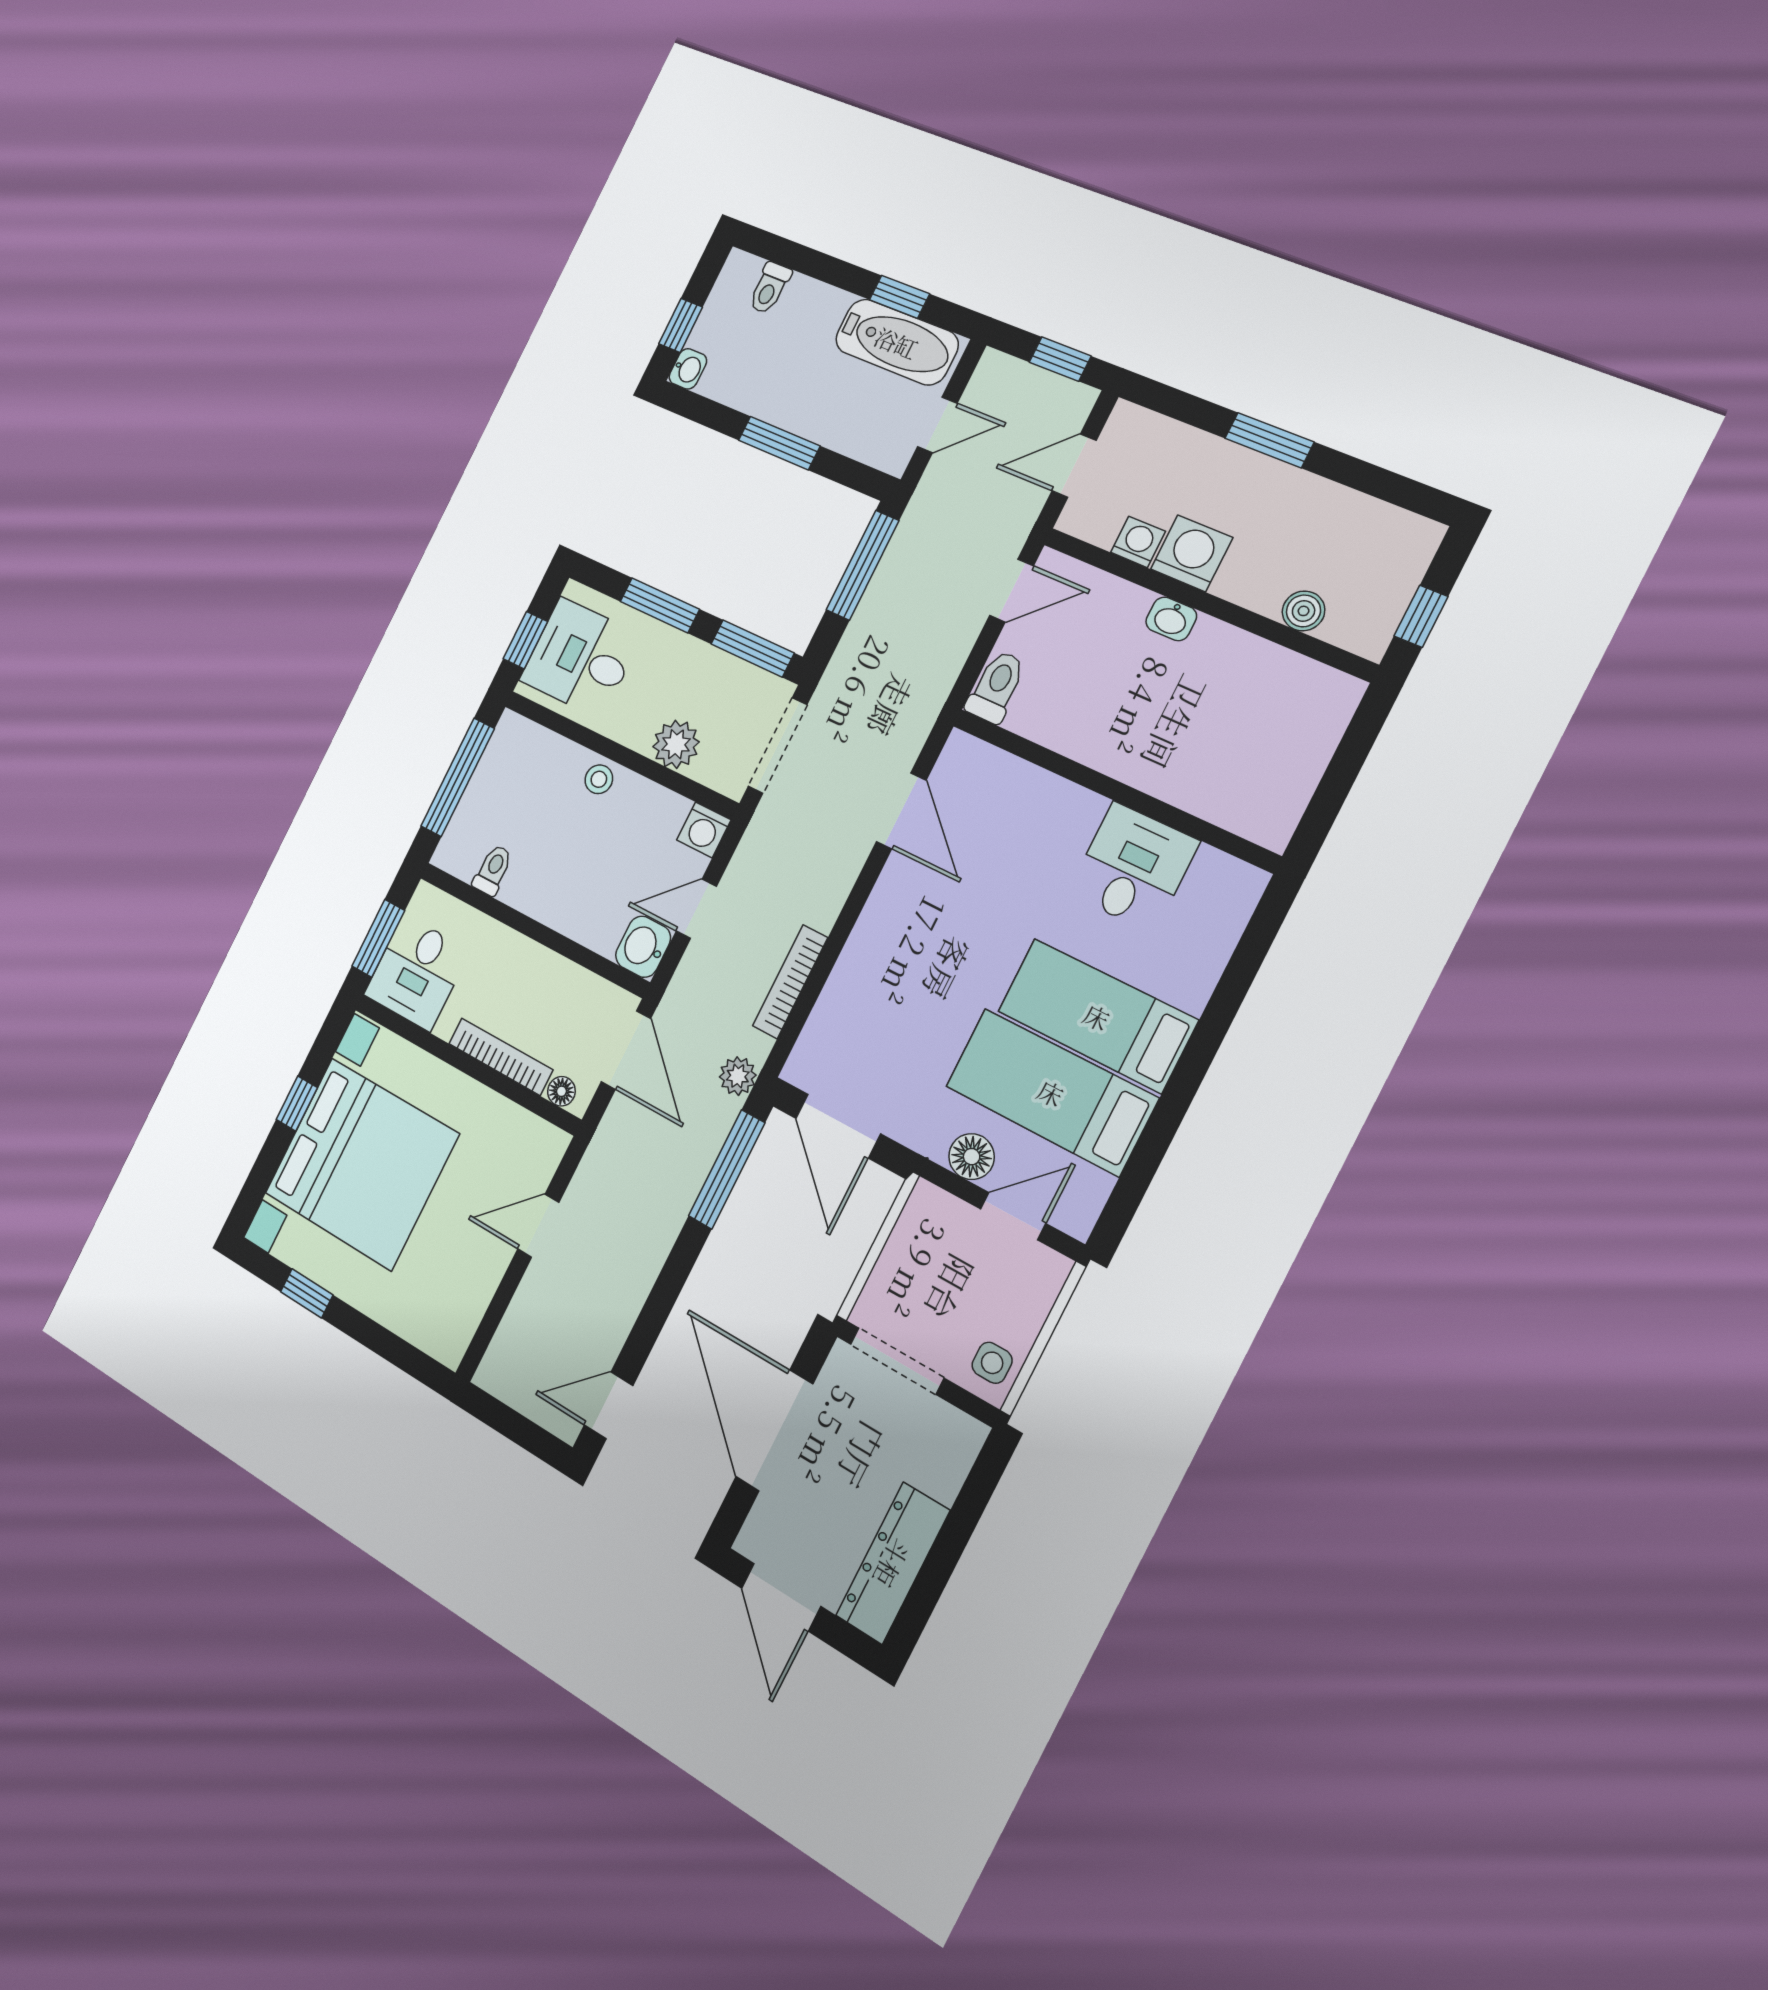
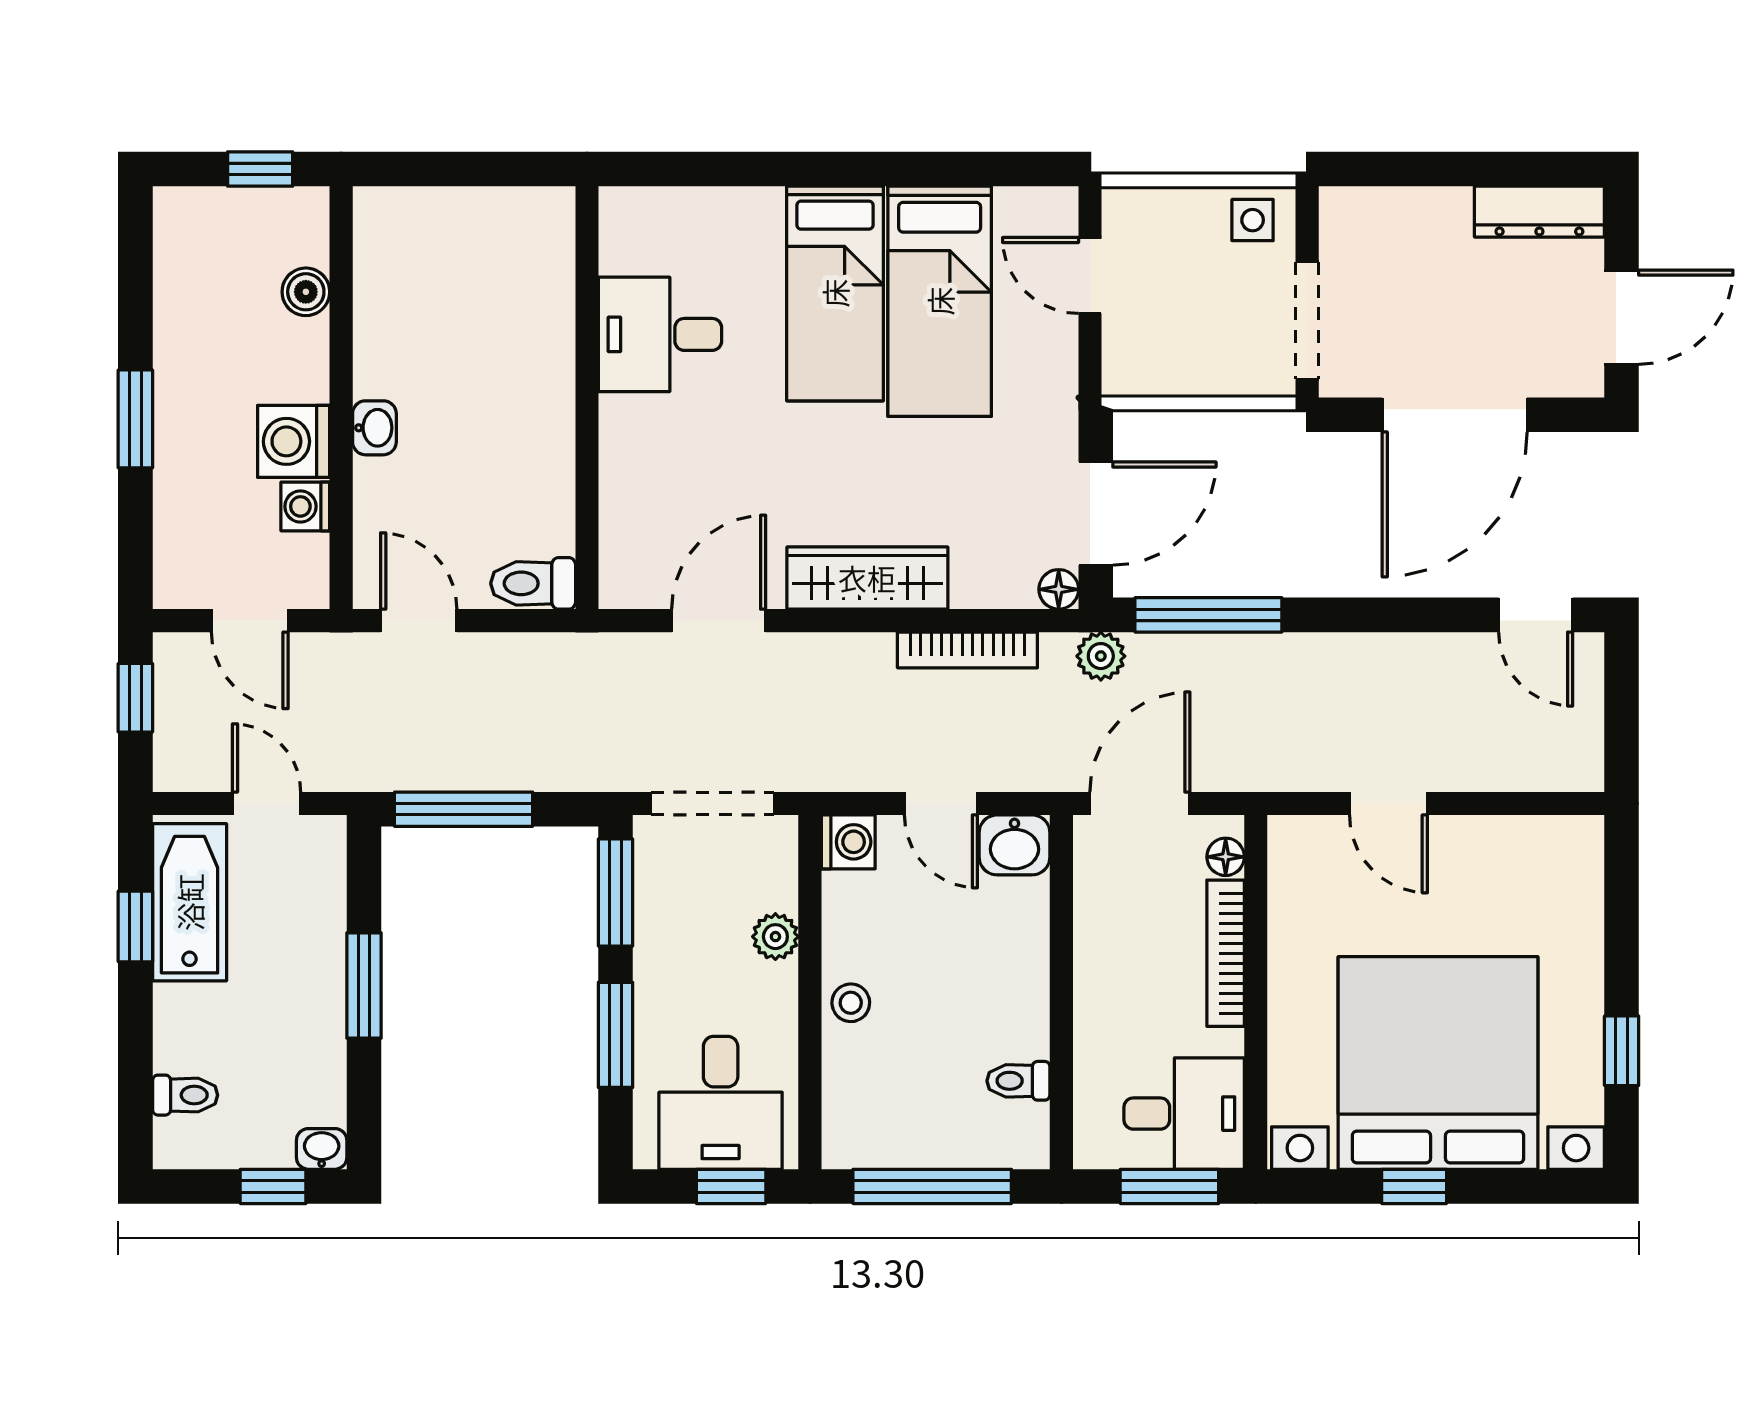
plant: (676, 744) -> (775, 937), width x0.73, depth x0.73
wardrobe: (877, 935) -> (867, 578), added
floor lamp: (972, 1157) -> (1059, 589), moved, width x0.73, depth x0.73
dresser: (893, 1563) -> (1539, 212), width x0.73, depth x0.80

